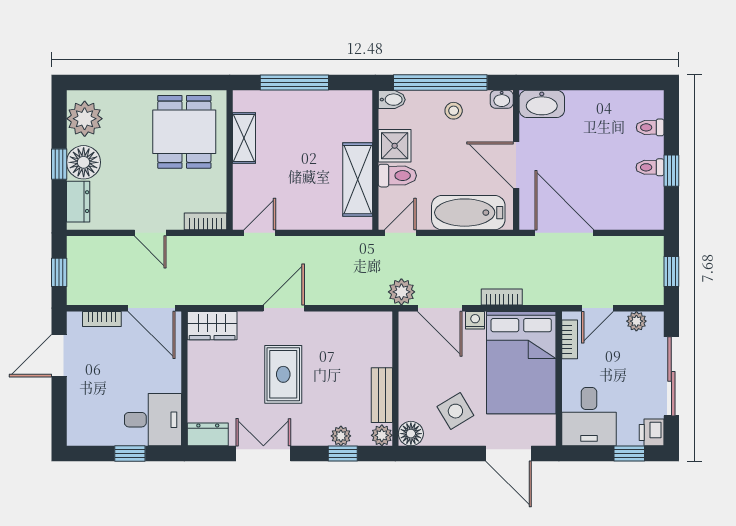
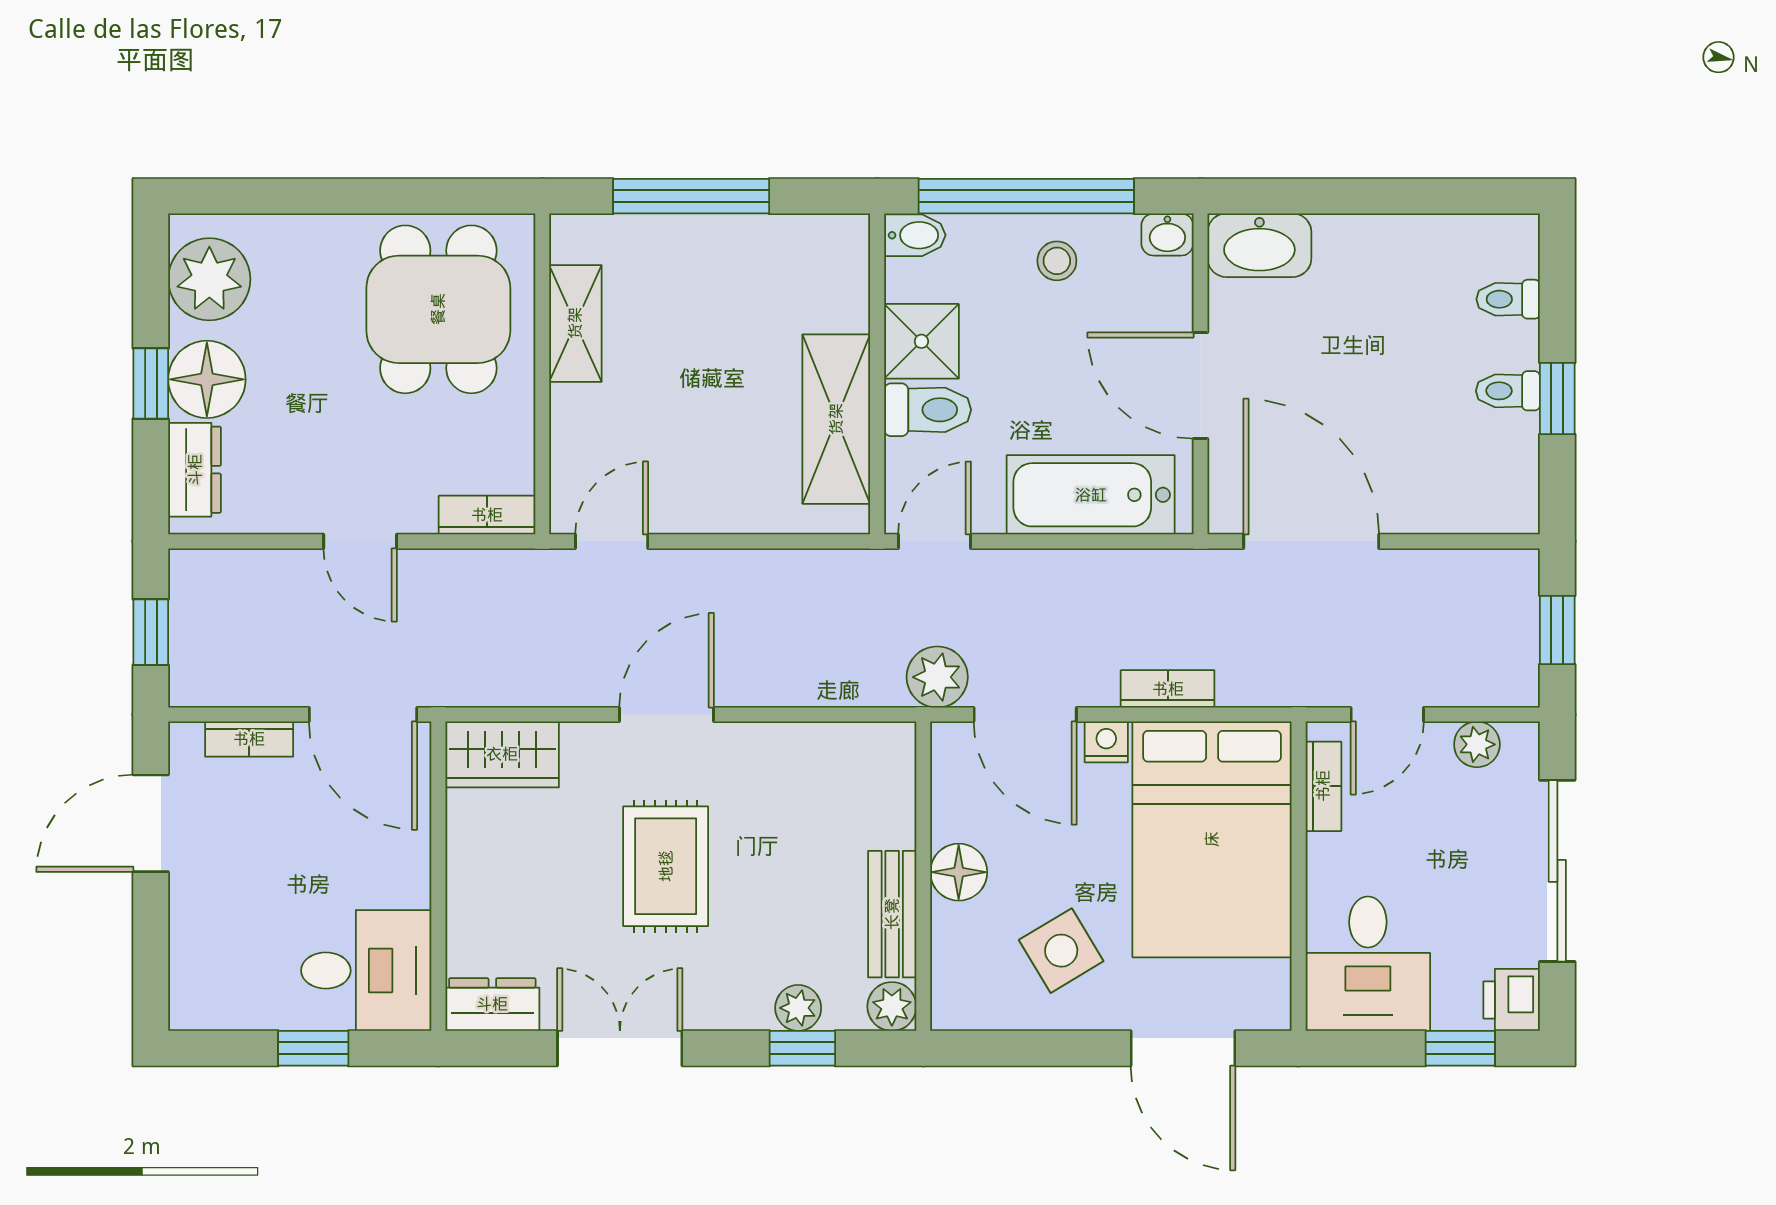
floor lamp: (411, 434) -> (959, 872), moved

